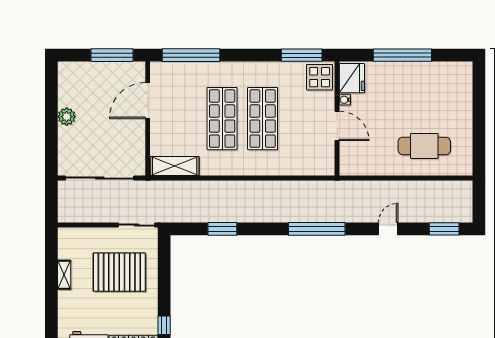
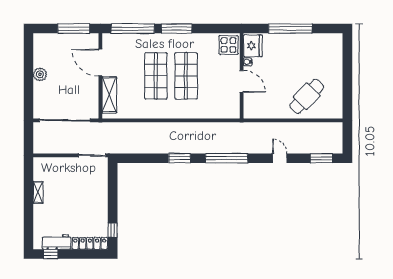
window: (302, 55) -> (177, 29), moved
door: (148, 101) -> (100, 62), hinge flipped
cafe table: (424, 146) -> (307, 96), turned -46
shelving: (175, 166) -> (109, 95), moved, turned 90
window: (222, 229) -> (180, 158), moved
door: (388, 229) -> (280, 158), hinge flipped
pallet: (119, 272) -> (79, 190), removed

